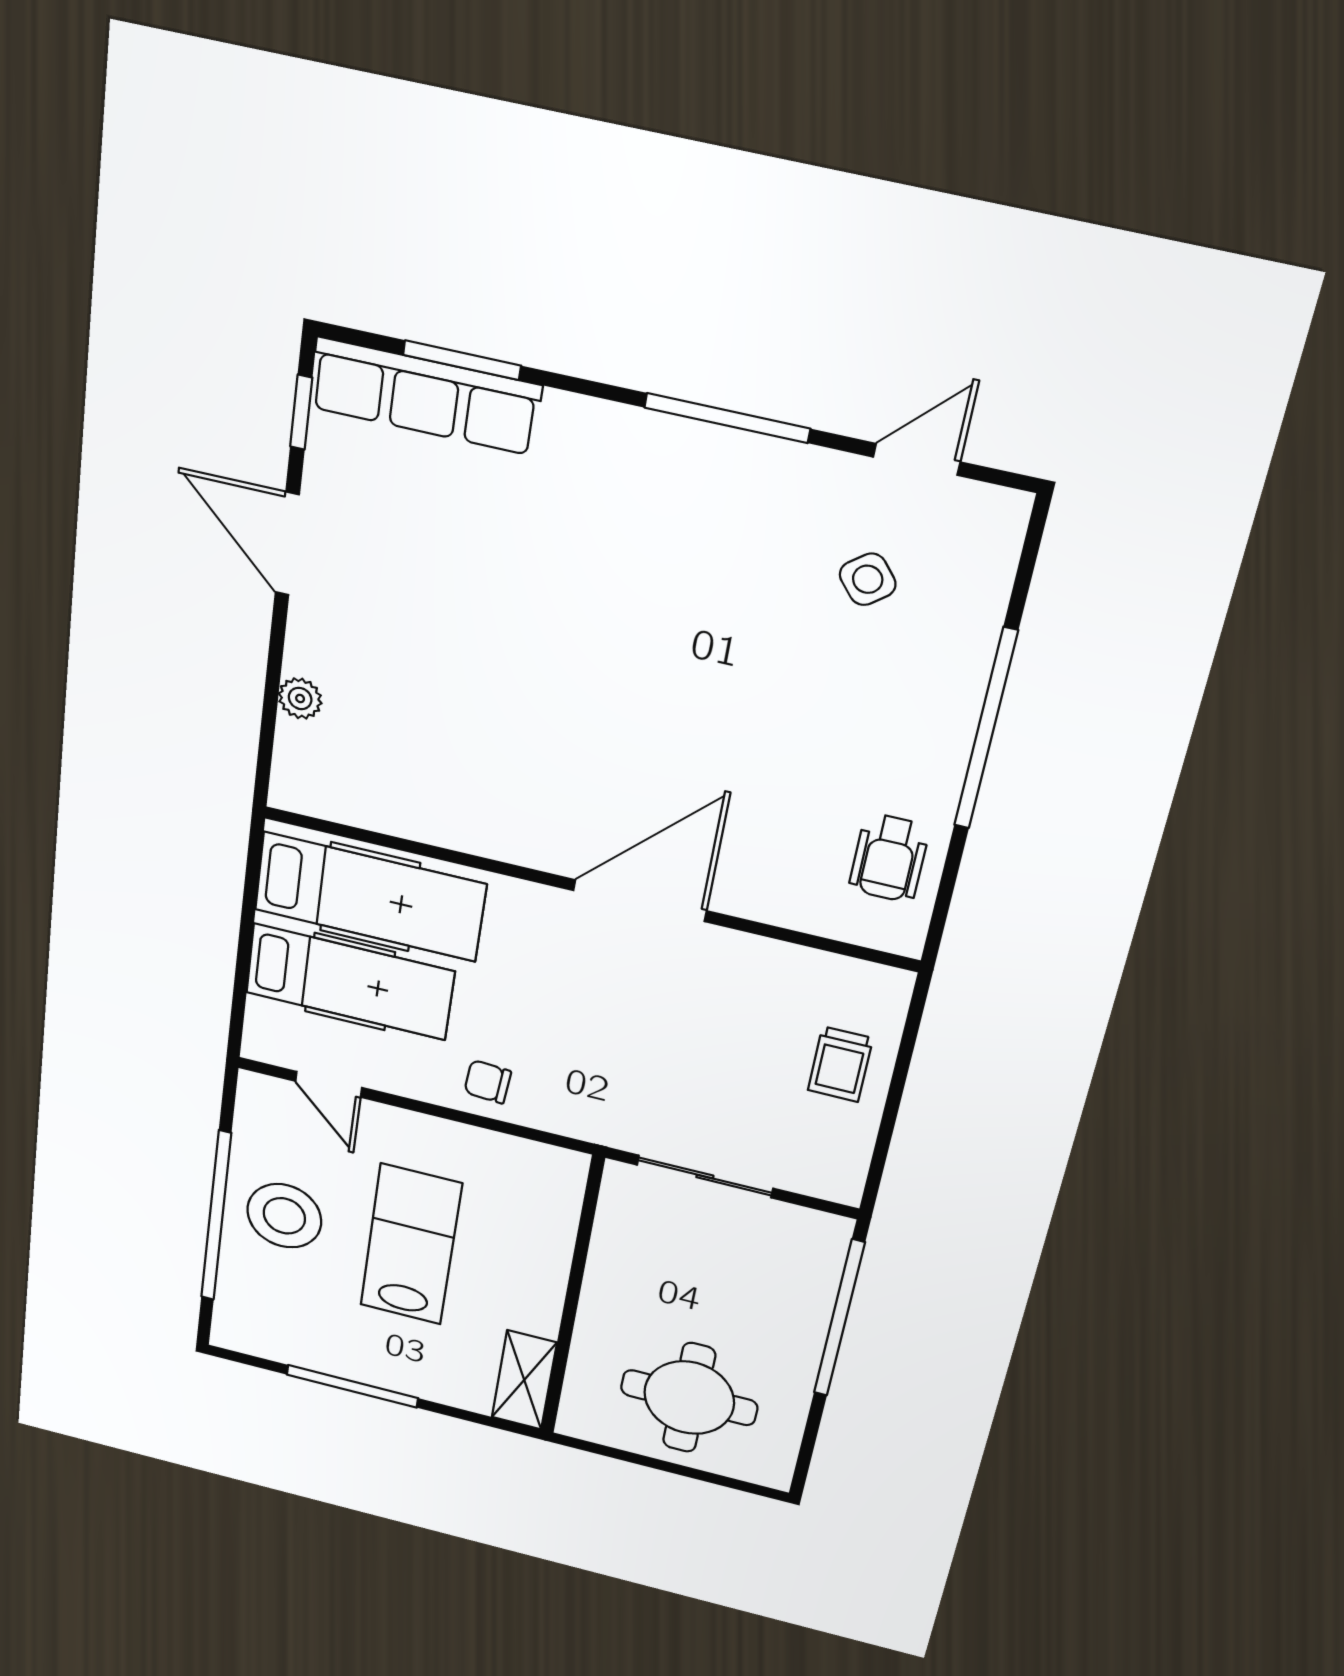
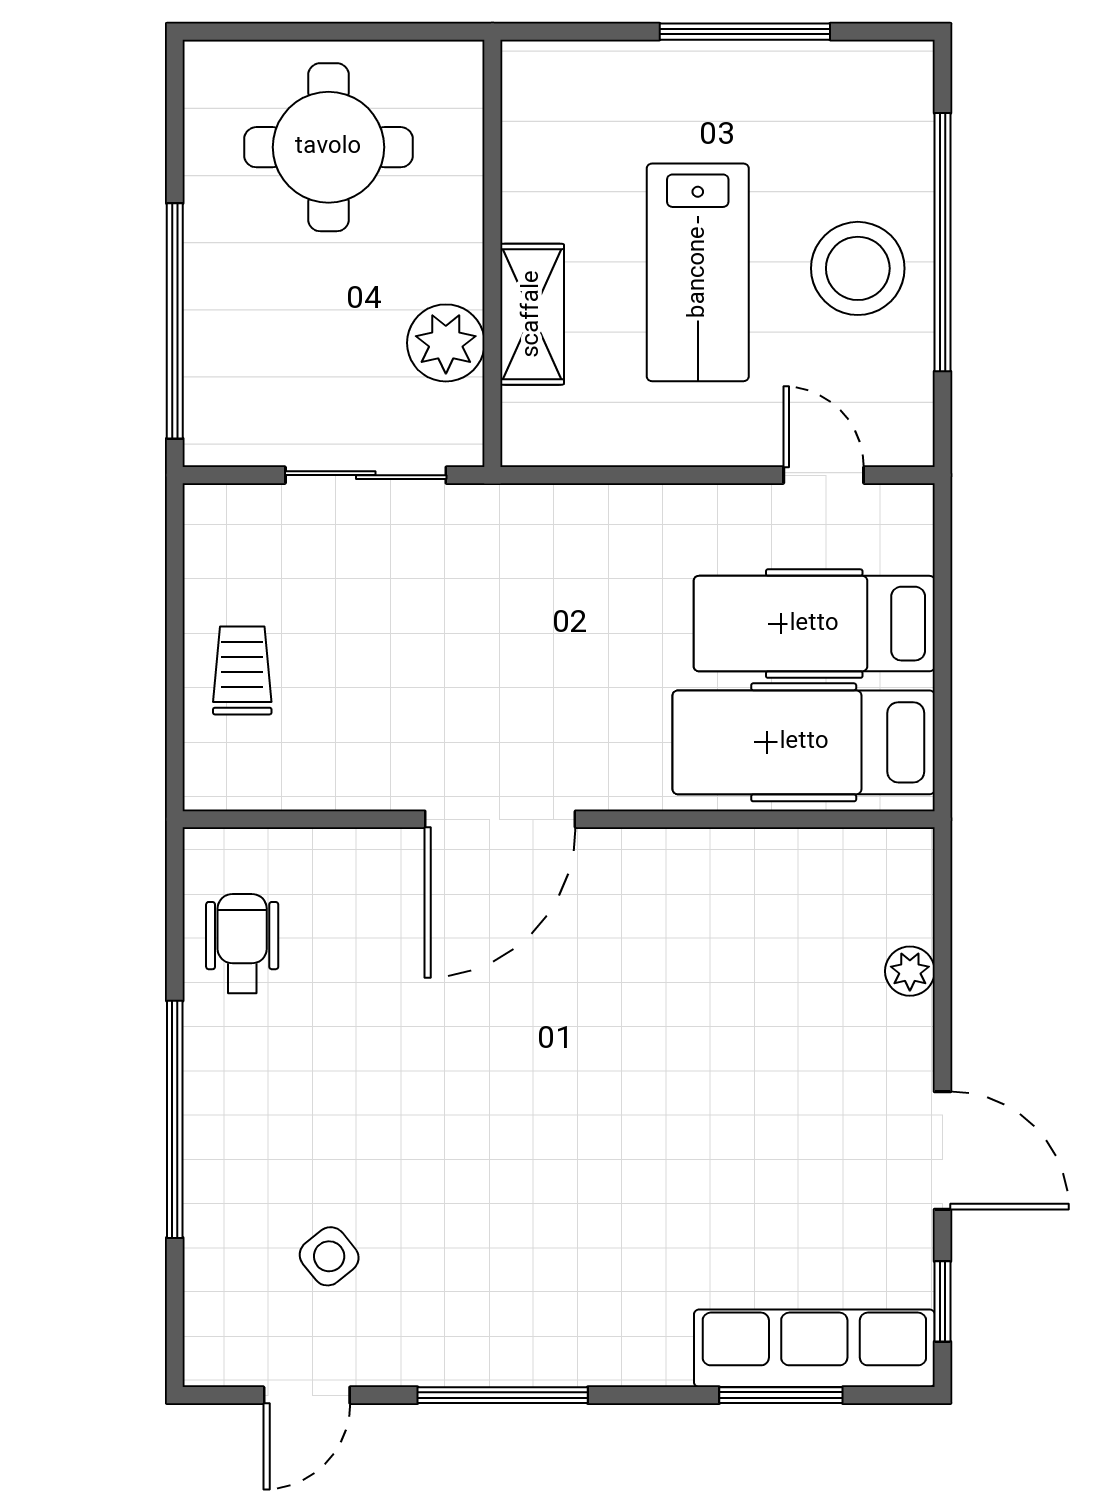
chair: (488, 1082) -> (637, 533), removed
plant: (621, 1249) -> (446, 343), added
shelving: (524, 1380) -> (532, 314), moved

